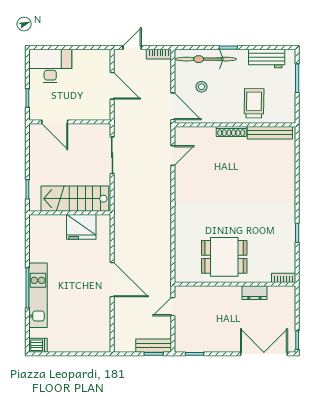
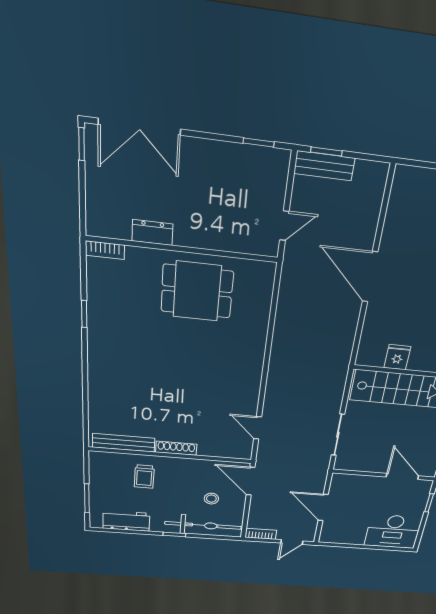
trolley: (254, 103) -> (144, 476), width x0.73, depth x0.72
door: (173, 155) -> (258, 428), hinge flipped
fridge: (81, 227) -> (397, 357), width x0.53, depth x0.75

